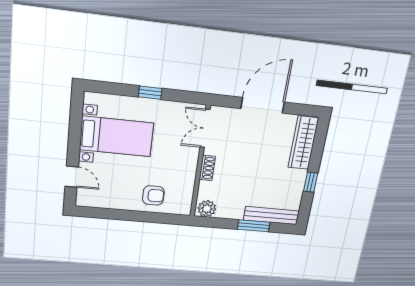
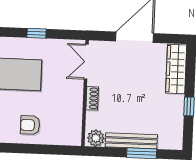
armchair: (153, 195) -> (30, 125), moved, turned 180
bench: (271, 216) -> (131, 141), moved

